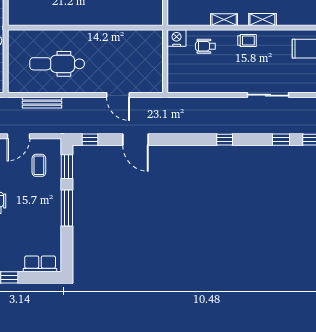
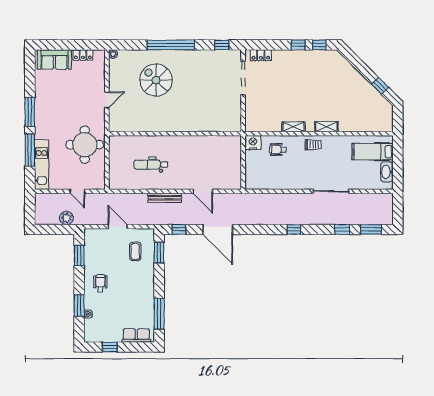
dental chair: (57, 64) -> (151, 165), width x0.73, depth x0.72
bench: (42, 103) -> (165, 198), moved
door: (18, 136) -> (118, 227), swing flipped
door: (135, 140) -> (218, 229), width x1.36
window: (67, 208) -> (159, 314), moved

